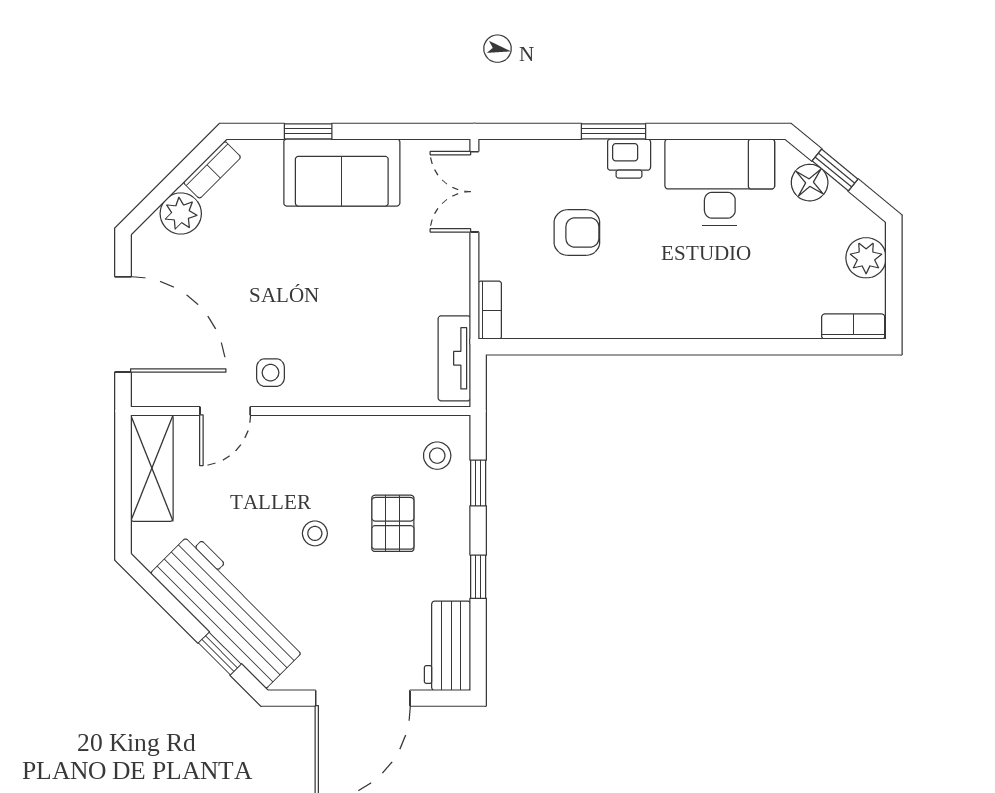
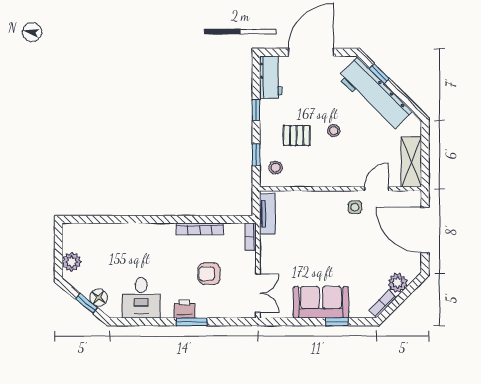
desk: (720, 182) -> (141, 298), width x0.73
bookcase: (853, 327) -> (200, 229), moved, width x1.56
pallet: (393, 523) -> (297, 135), turned 90

